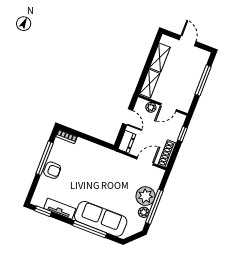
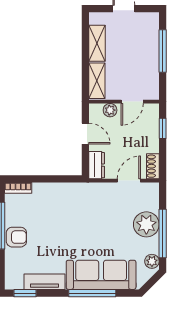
shoe rack: (167, 154) -> (153, 166), width x0.70
plant: (144, 212) -> (152, 261), moved

